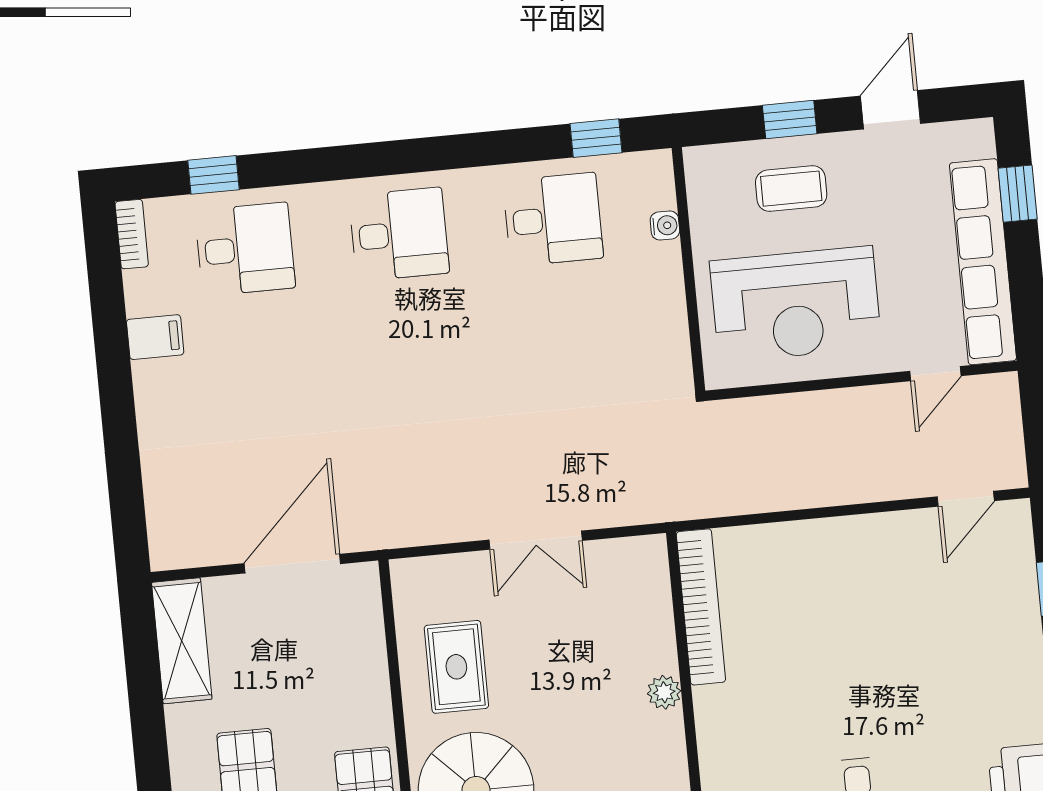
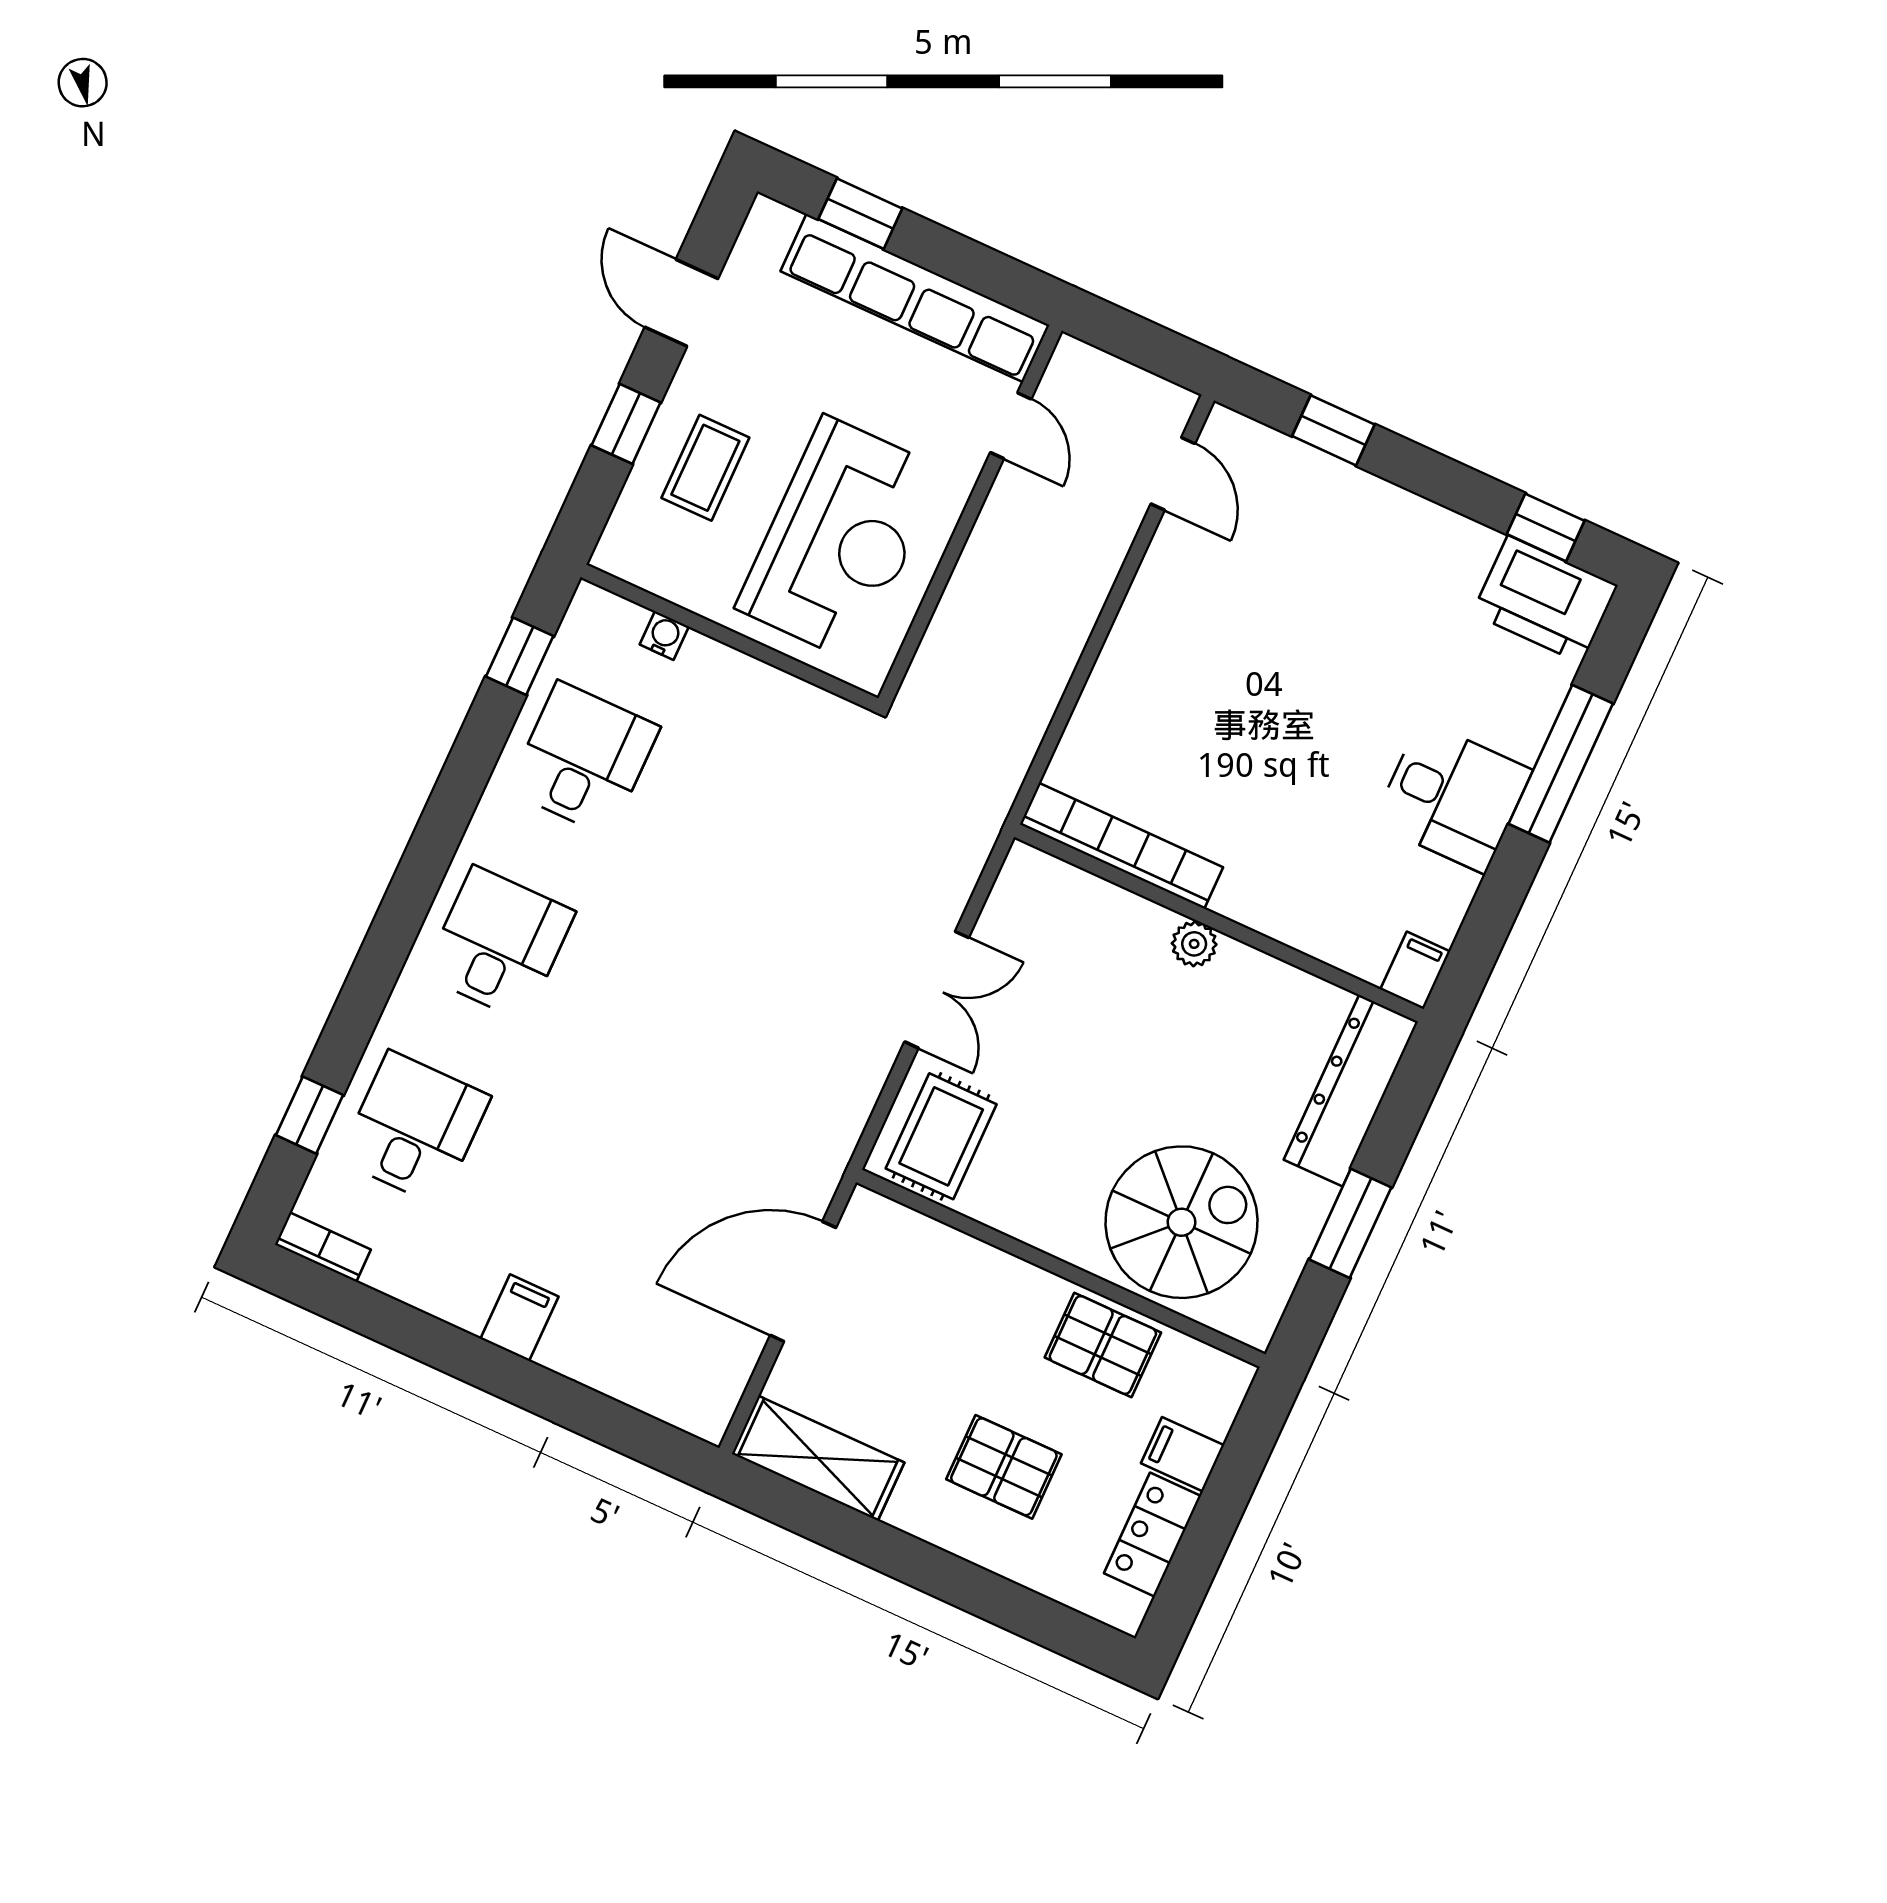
filing cabinet: (155, 337) -> (520, 1318), moved
door: (292, 564) -> (803, 1281), hinge flipped
rug: (456, 667) -> (941, 1136), moved, turned 90

